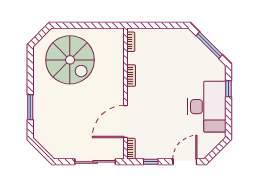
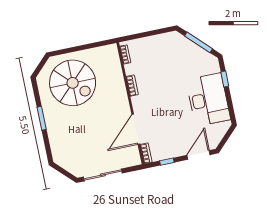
window: (30, 107) -> (42, 118), moved
sliding door: (95, 162) -> (103, 175), moved

